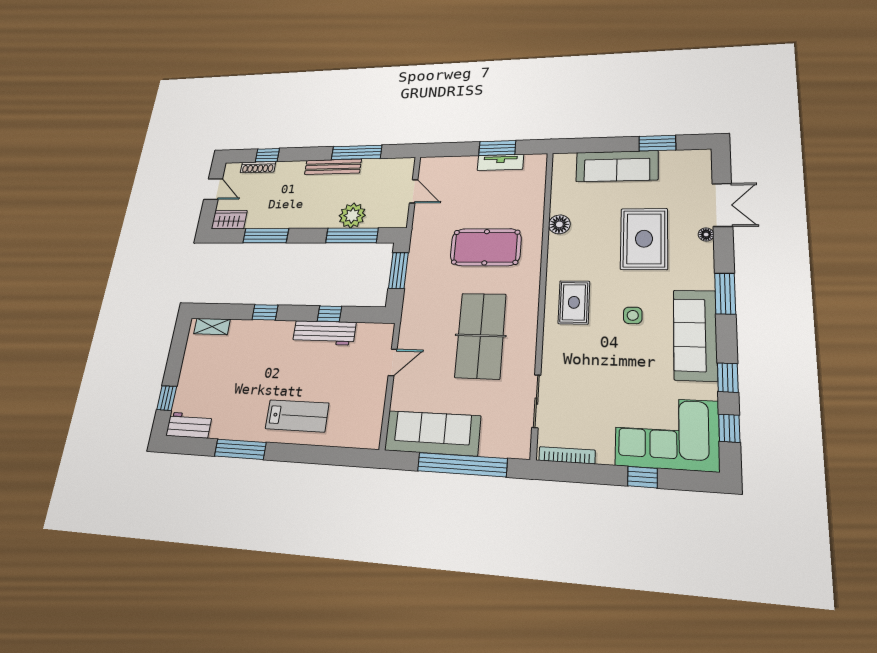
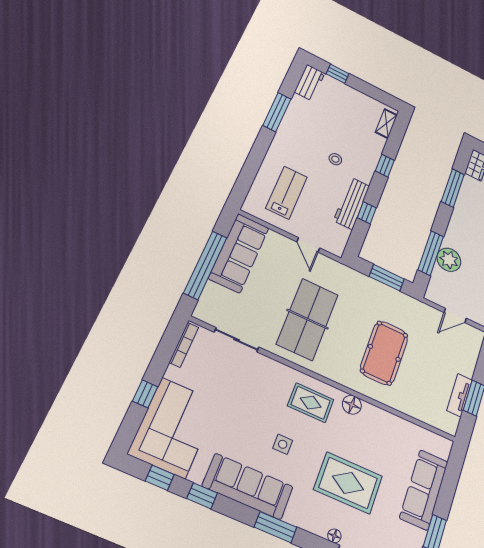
floor lamp: (559, 224) -> (352, 405), moved
table tennis table: (481, 335) -> (307, 319), turned 90
stool: (277, 367) -> (335, 159), added
lab bench: (297, 416) -> (287, 193), moved, turned 180

